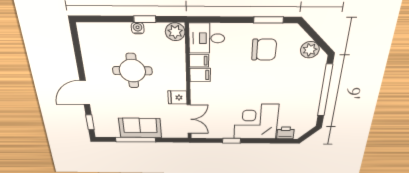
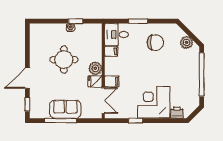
window: (268, 20) -> (138, 21), moved
plant: (175, 32) -> (95, 68), moved
filing cabinet: (200, 75) -> (112, 81), moved

